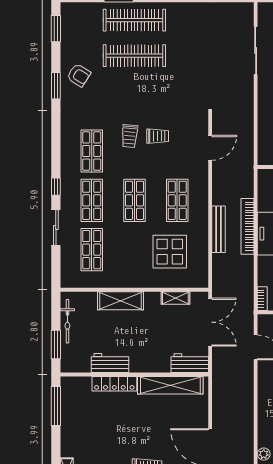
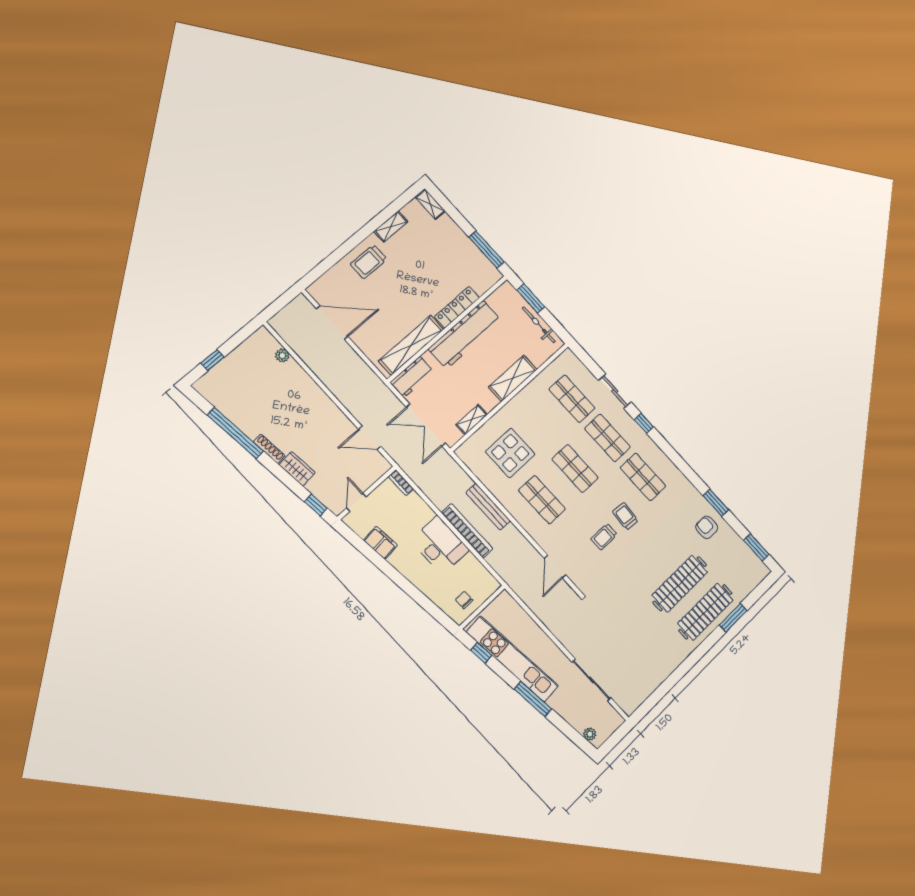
armchair: (79, 75) -> (707, 527), turned 58
workbench: (110, 363) -> (465, 335), width x1.87, depth x1.32

